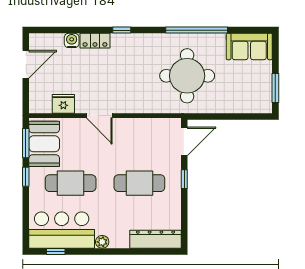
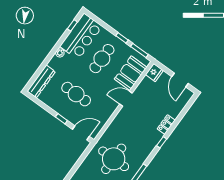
water cooler: (72, 40) -> (175, 113), removed
fridge: (63, 104) -> (154, 73), moved
door: (184, 141) -> (81, 133), swing flipped
booth: (44, 144) -> (131, 73), moved, turned 90
cafe table: (139, 183) -> (76, 94), turned 90

